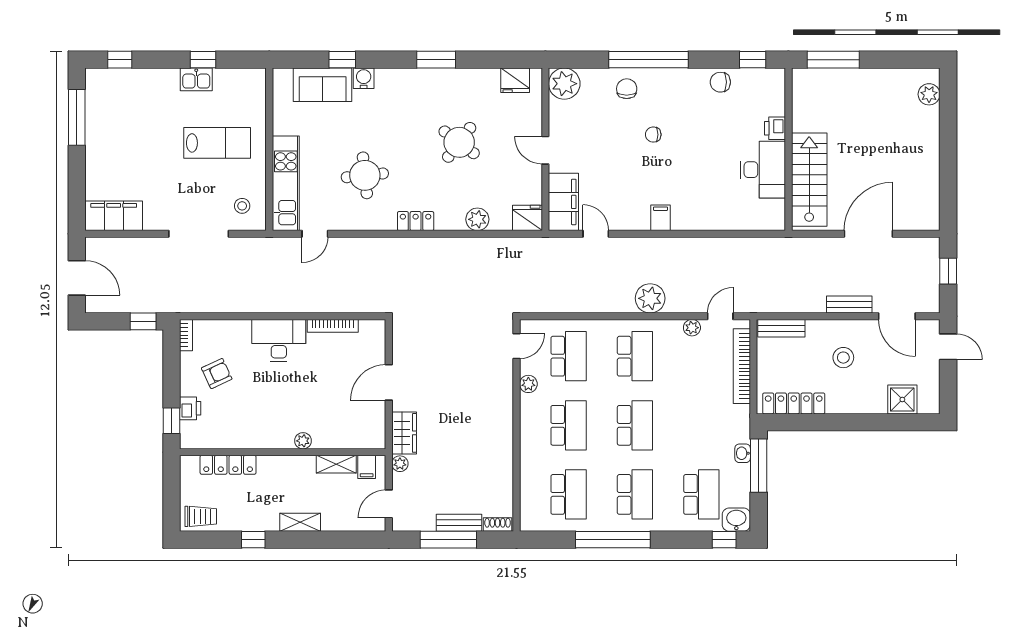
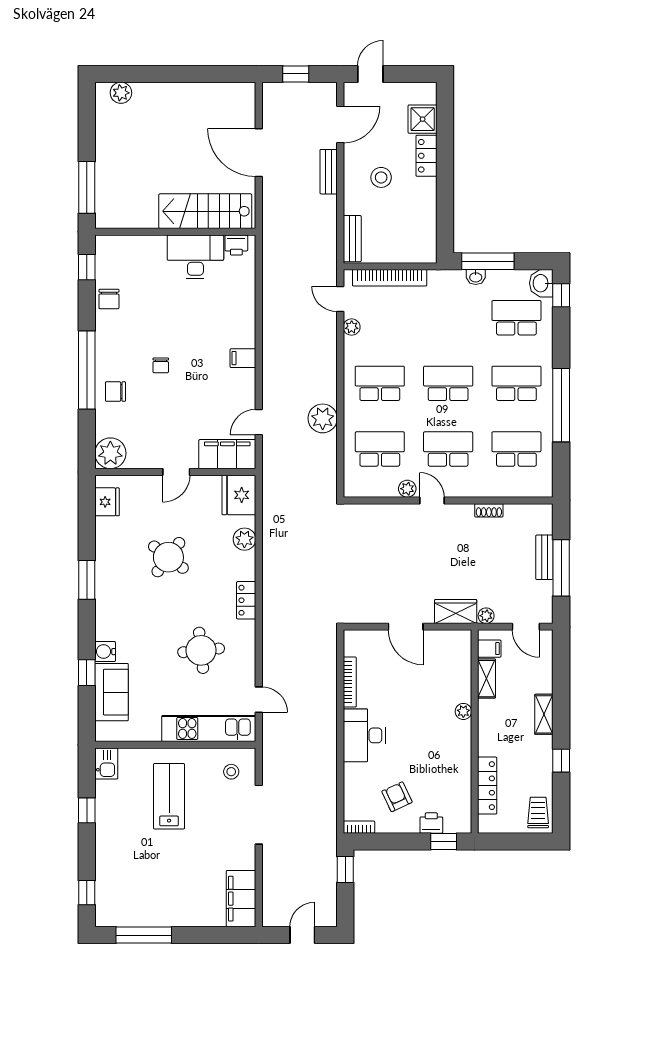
kitchen sink: (196, 79) -> (106, 763), moved
printer: (775, 128) -> (236, 245), moved
fridge: (527, 218) -> (239, 495), width x1.36, depth x1.34
door: (77, 278) -> (302, 935), width x0.73
plant: (650, 298) -> (323, 418), moved
door: (517, 346) -> (432, 500), moved
locker: (794, 403) -> (426, 156), moved, width x0.66
shoe rack: (498, 525) -> (489, 510), moved, turned -90

